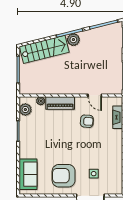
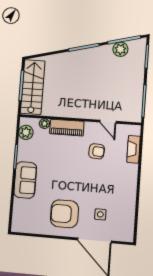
plant: (73, 40) -> (120, 49), moved
stairs: (44, 49) -> (33, 87), moved, turned -76
sofa: (28, 174) -> (25, 180), moved

